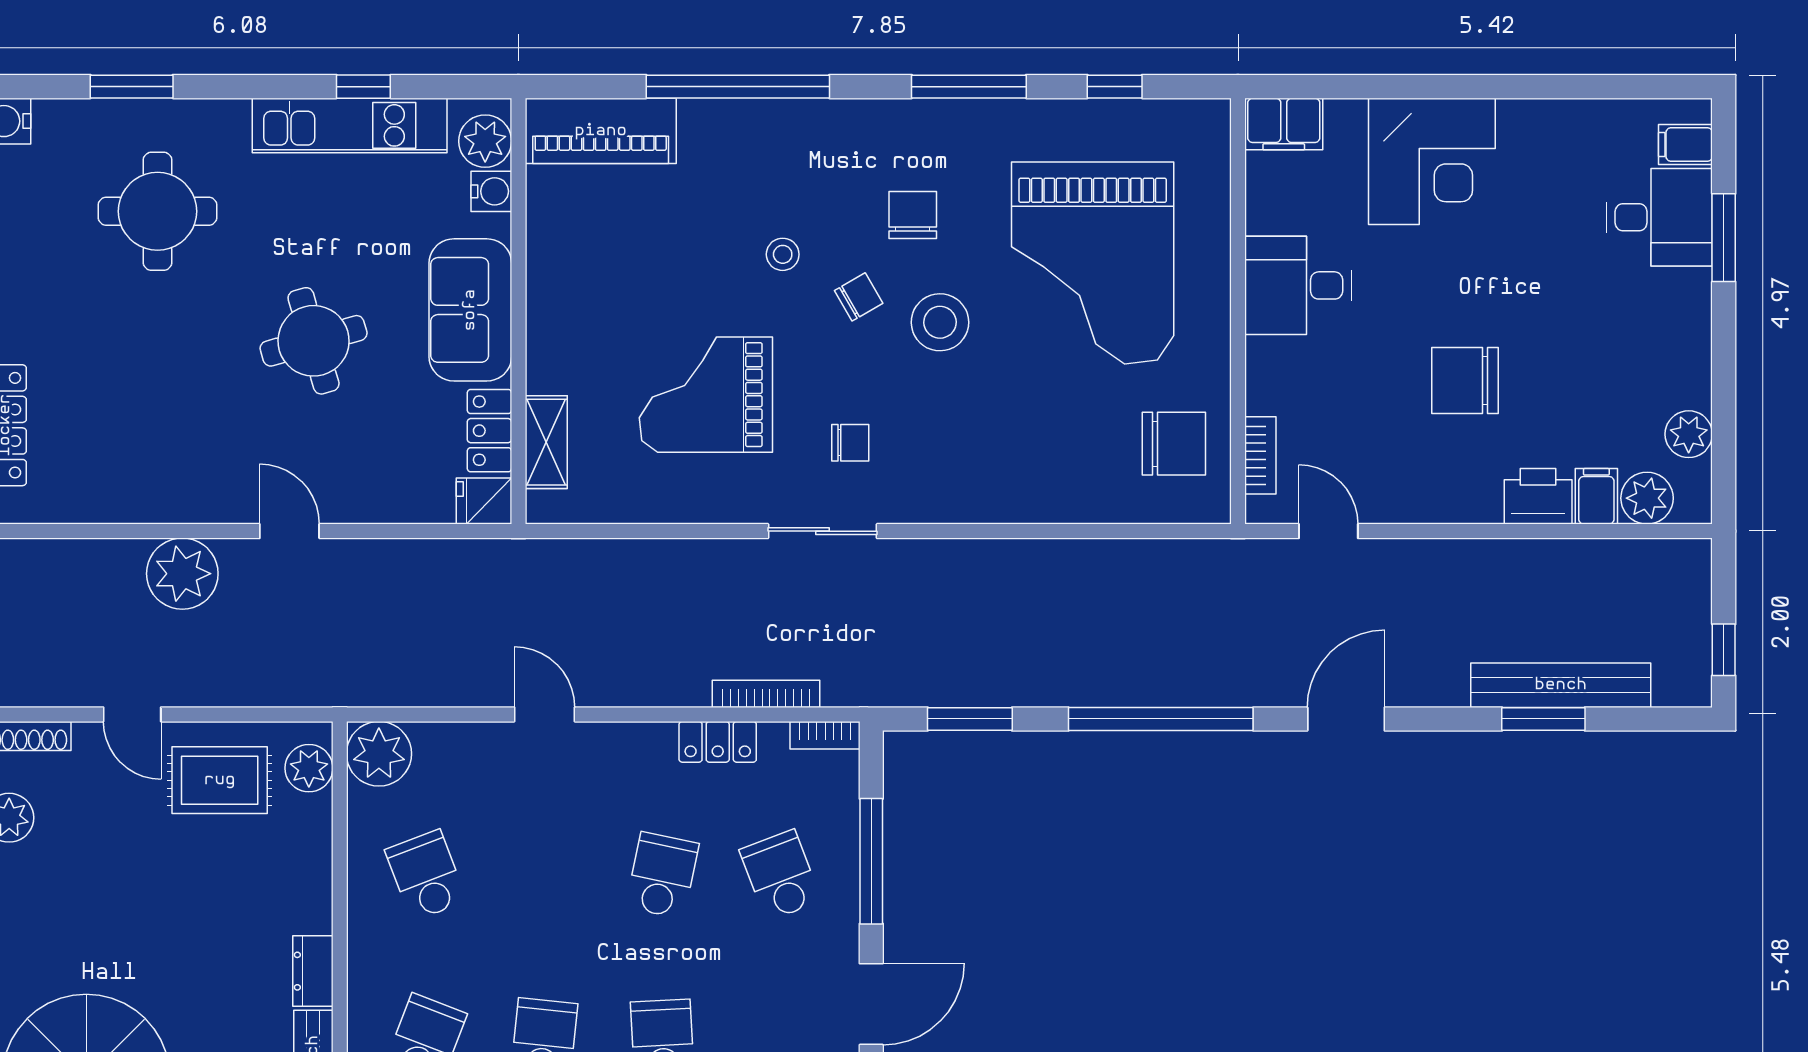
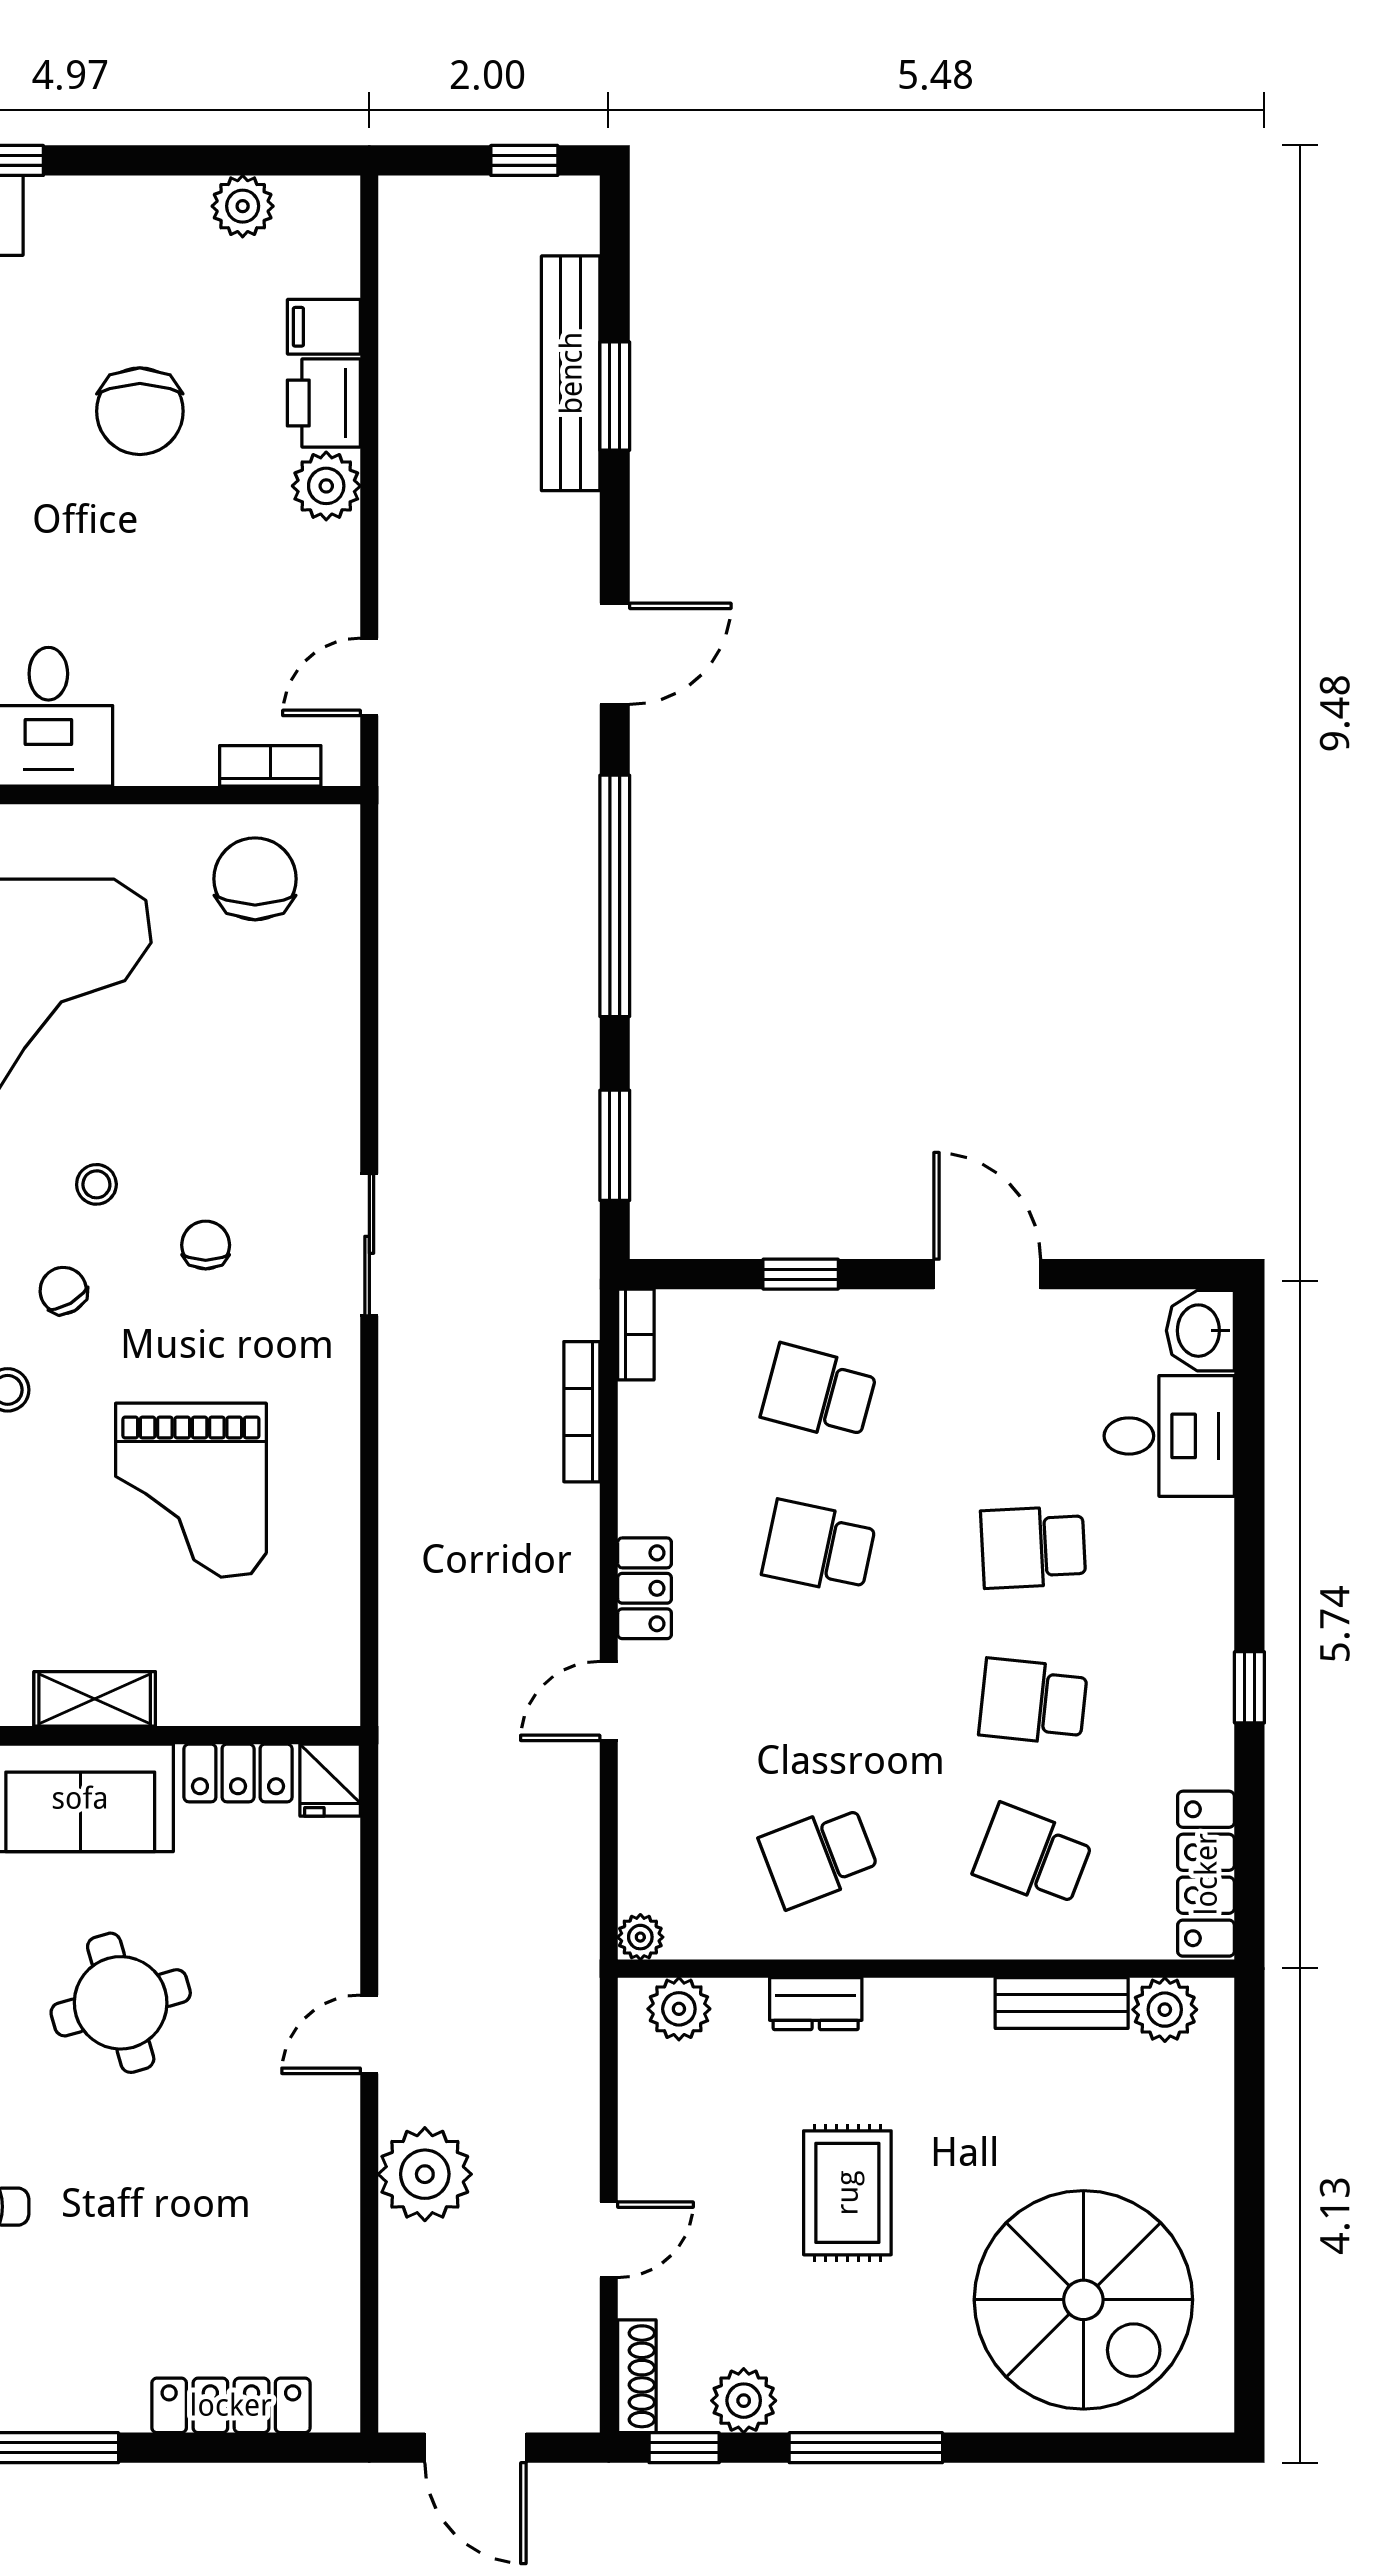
stool: (940, 322) -> (96, 1184), width x0.53, depth x0.53
chair: (1465, 380) -> (140, 411), moved
shelving: (546, 442) -> (95, 1699), moved
chair: (850, 443) -> (206, 1245), moved
plant: (1647, 498) -> (326, 486), moved
sliding door: (823, 531) -> (369, 1245), moved
door: (1346, 719) -> (615, 654), swing flipped
locker: (718, 742) -> (645, 1588), moved
plant: (379, 754) -> (640, 1937), width x0.53, depth x0.53
rug: (220, 780) -> (847, 2193), moved
window: (871, 861) -> (801, 1274), width x0.46
school desk: (780, 875) -> (819, 1393), turned 36
dresser: (313, 971) -> (816, 2004), moved

